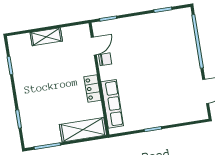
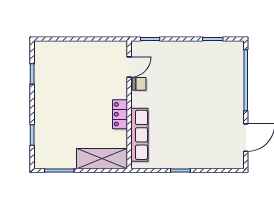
shelving: (46, 37) -> (78, 48), removed

